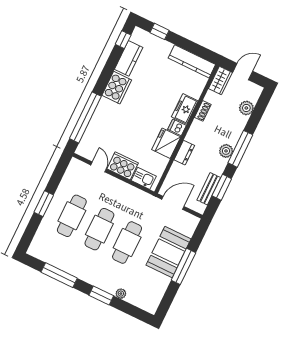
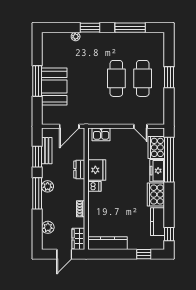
freezer: (185, 109) -> (157, 171), moved, turned 180
cooker: (123, 166) -> (156, 147), moved, turned 90
cafe table: (127, 243) -> (90, 78), removed

